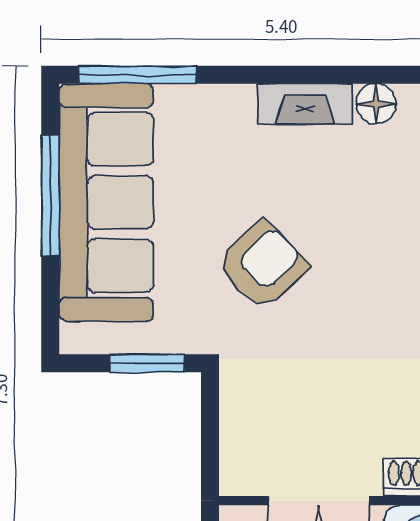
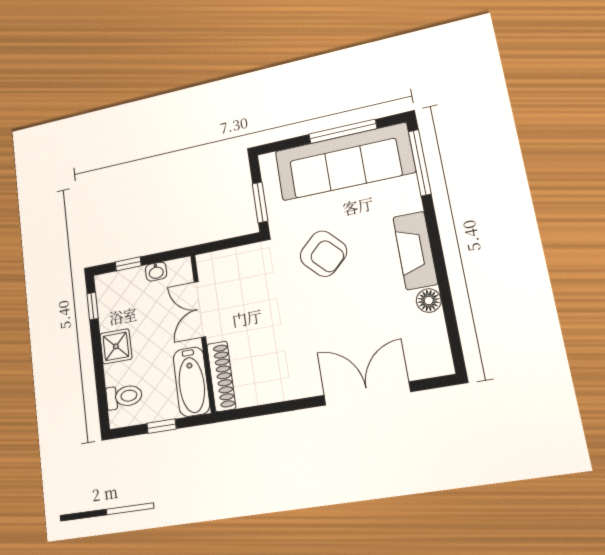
fireplace: (305, 104) -> (415, 250), width x1.37, depth x1.32

